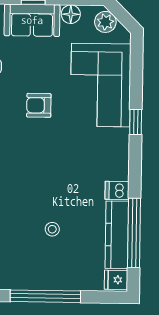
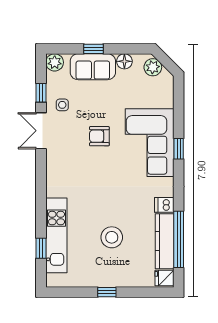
corner sofa: (101, 85) -> (150, 143), moved
stool: (52, 229) -> (112, 237), width x1.89, depth x1.89
window: (45, 296) -> (107, 292), width x0.32

